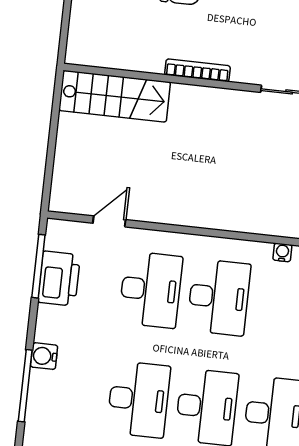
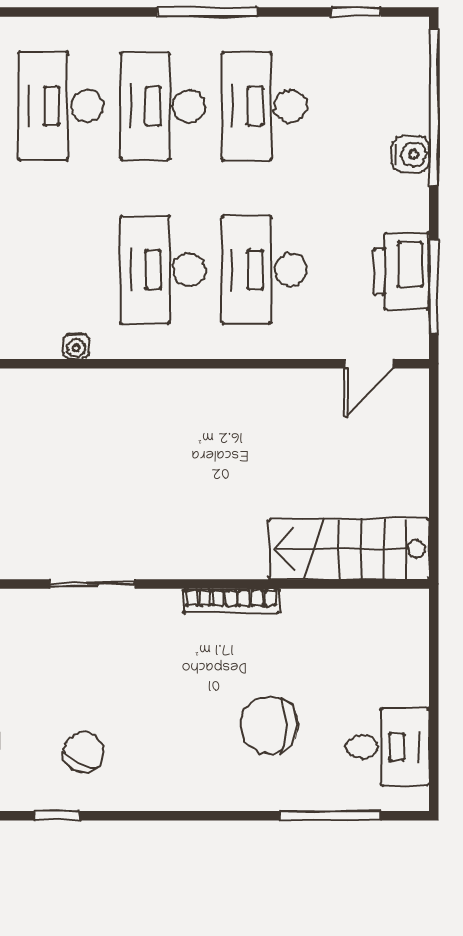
door: (109, 221) -> (369, 364), moved
window: (25, 386) -> (434, 108), width x1.46

